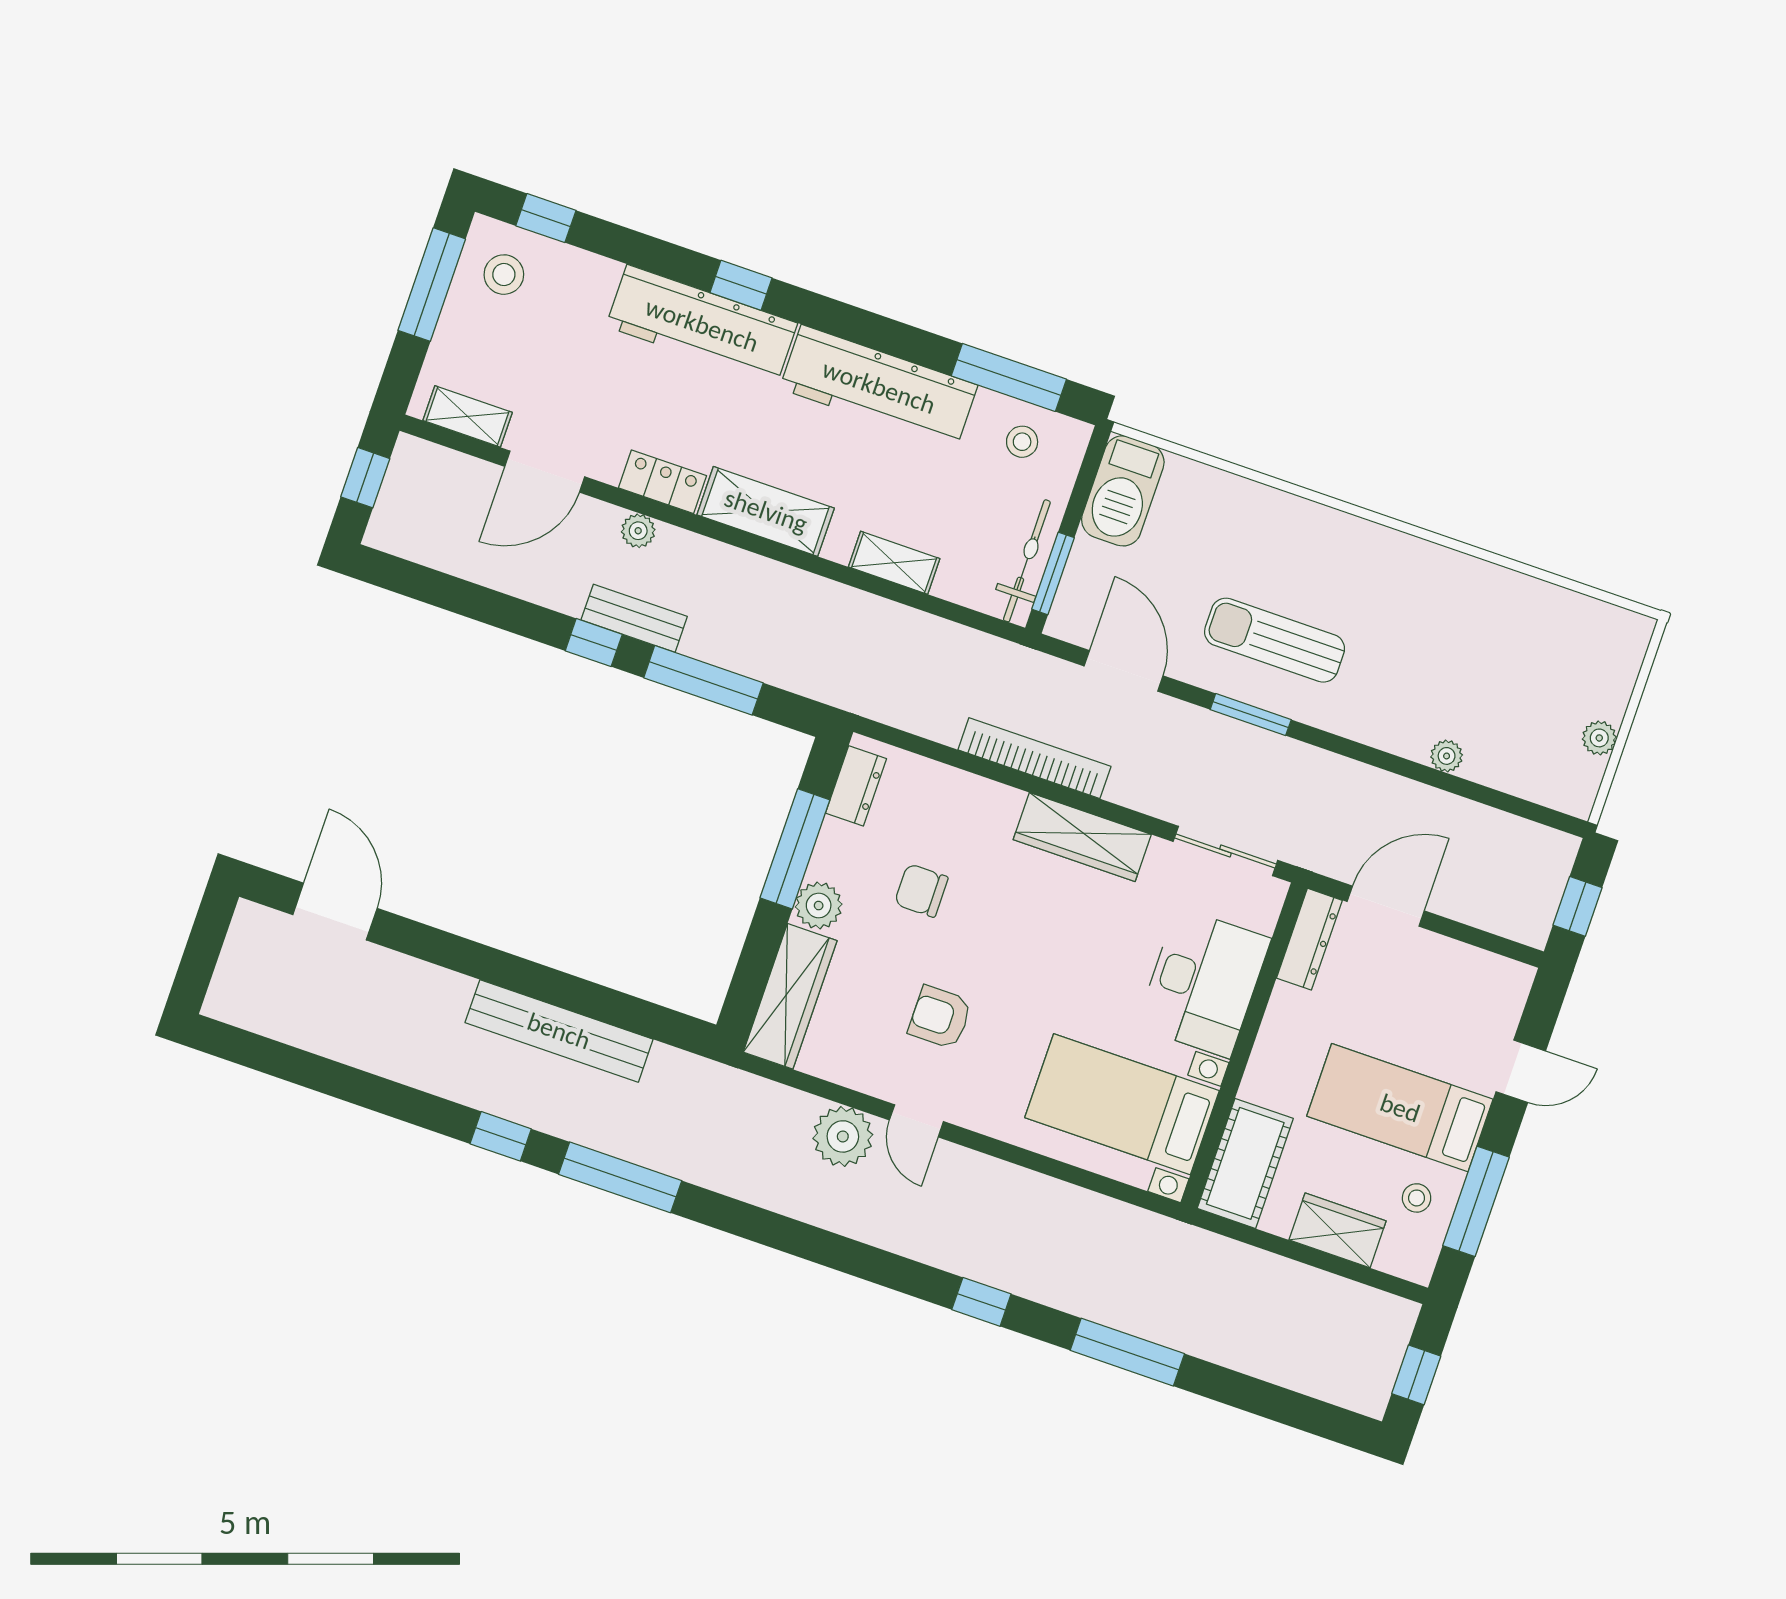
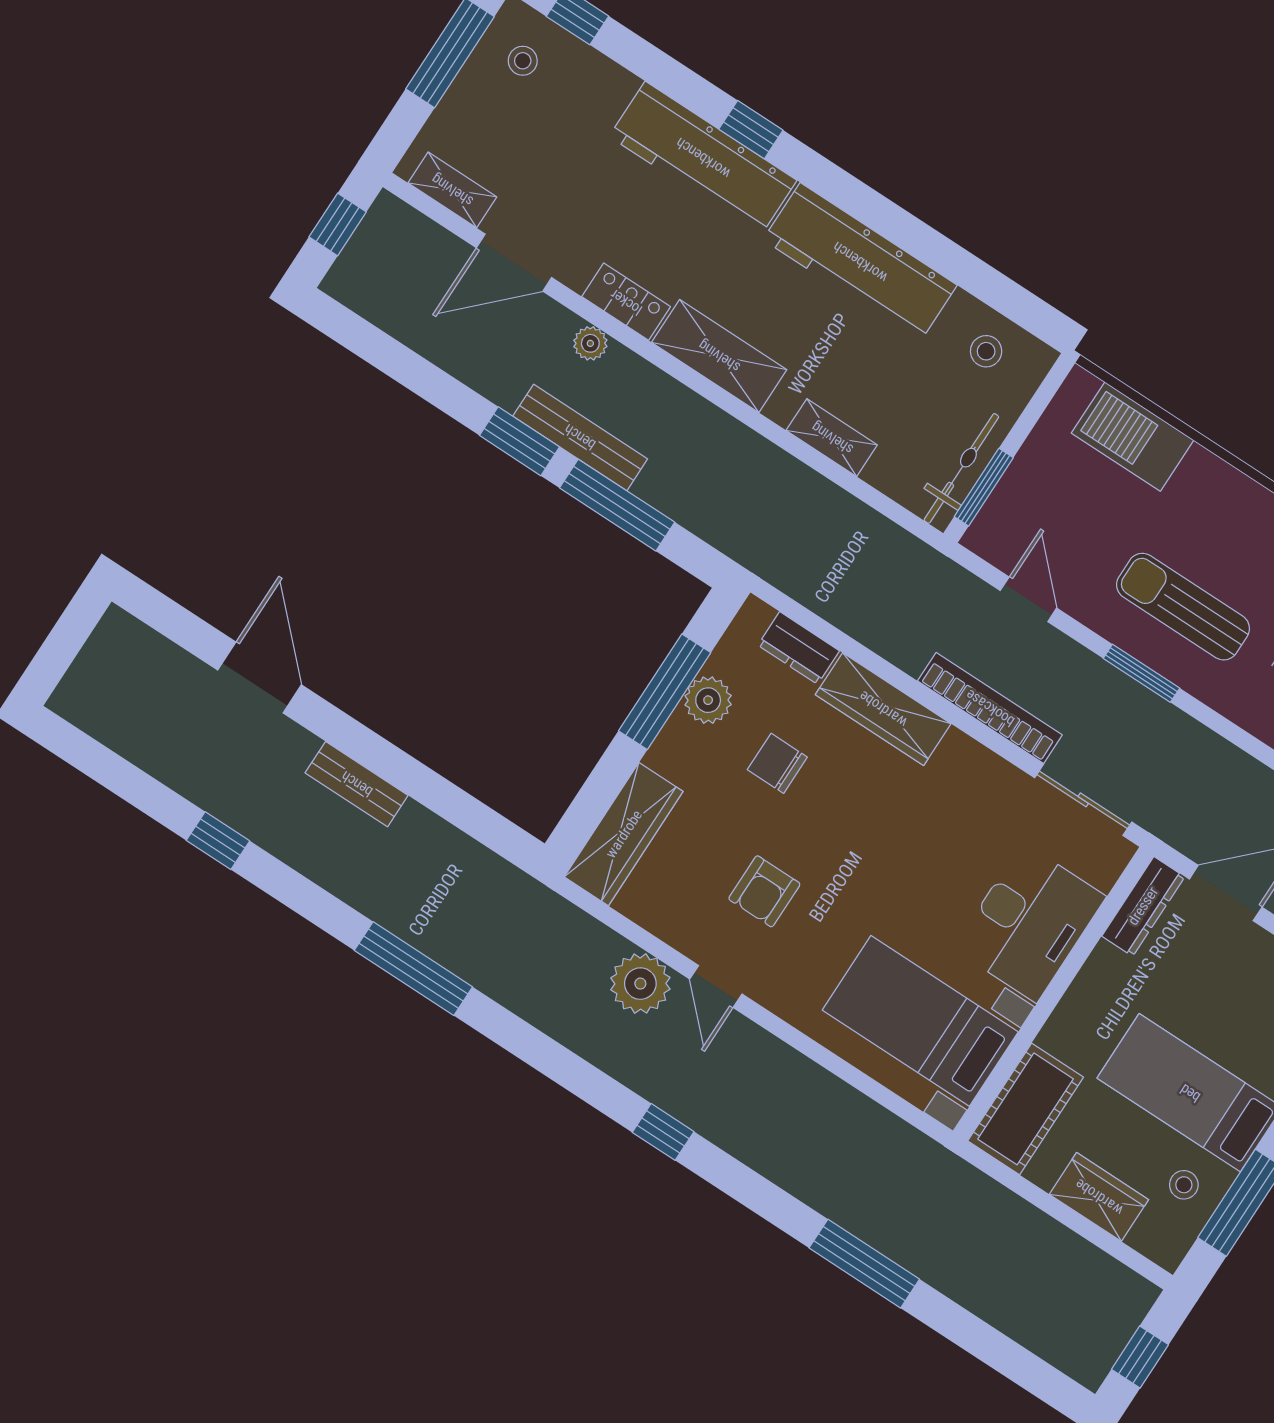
stool: (504, 275) -> (523, 61), width x0.73, depth x0.73
window: (1009, 377) -> (989, 285), removed
barbecue: (1123, 491) -> (1133, 437), moved, turned 90
bench: (634, 618) -> (580, 437), width x1.36
window: (594, 643) -> (520, 441), width x1.50
door: (1124, 671) -> (1028, 599), width x0.73
bookcase: (1034, 758) -> (990, 708), moved
dresser: (856, 786) -> (799, 648), moved, turned 90
wardrobe: (1082, 837) -> (883, 709), moved
plant: (819, 906) -> (708, 700), moved
door: (335, 912) -> (259, 677), moved
armchair: (940, 1017) -> (764, 891), turned -90
bench: (559, 1031) -> (357, 784), width x0.54, depth x0.82
window: (501, 1136) -> (218, 841), moved
window: (981, 1302) -> (663, 1132), moved

